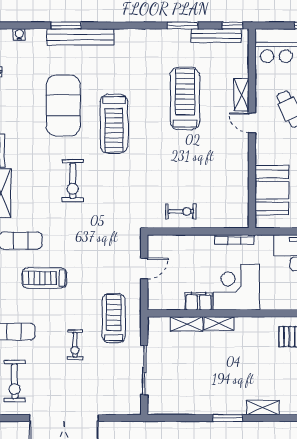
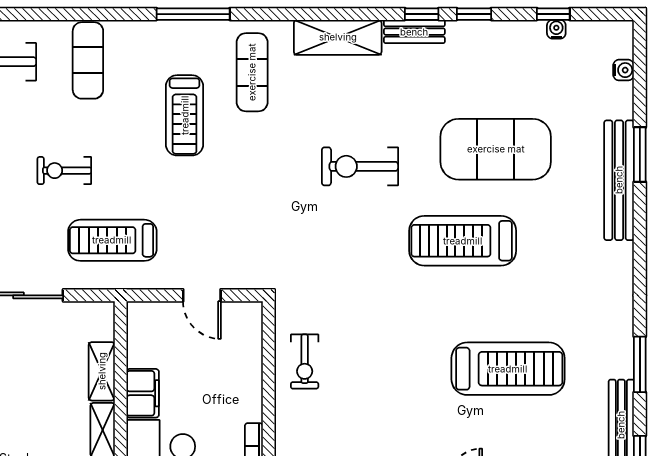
treadmill: (44, 278) -> (185, 115), turned 180
treadmill: (114, 318) -> (112, 240), turned 180

